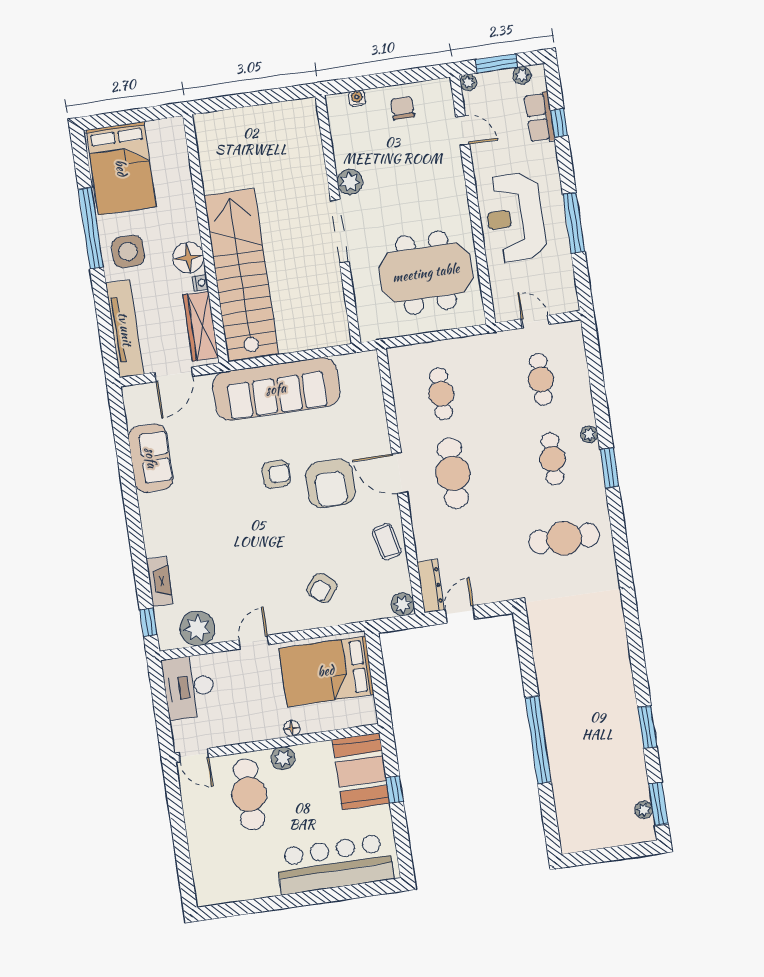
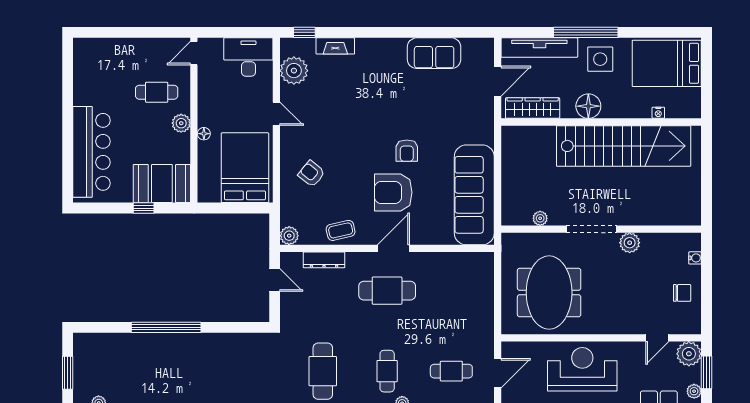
plant: (468, 82) -> (689, 354), width x1.88, depth x1.88
window: (91, 228) -> (586, 32), moved
stairs: (241, 275) -> (624, 146), moved
nightstand: (200, 283) -> (658, 113), moved
plant: (336, 297) -> (540, 218), added
door: (535, 322) -> (498, 373), width x1.37
door: (174, 374) -> (498, 81), swing flipped
sofa: (276, 389) -> (474, 195), moved
cafe table: (441, 394) -> (451, 291), removed
cafe table: (552, 459) -> (387, 371), turned 90
dresser: (431, 586) -> (324, 260), moved
cafe table: (249, 794) -> (157, 92), width x0.73, depth x0.74
window: (612, 854) -> (68, 373), added

